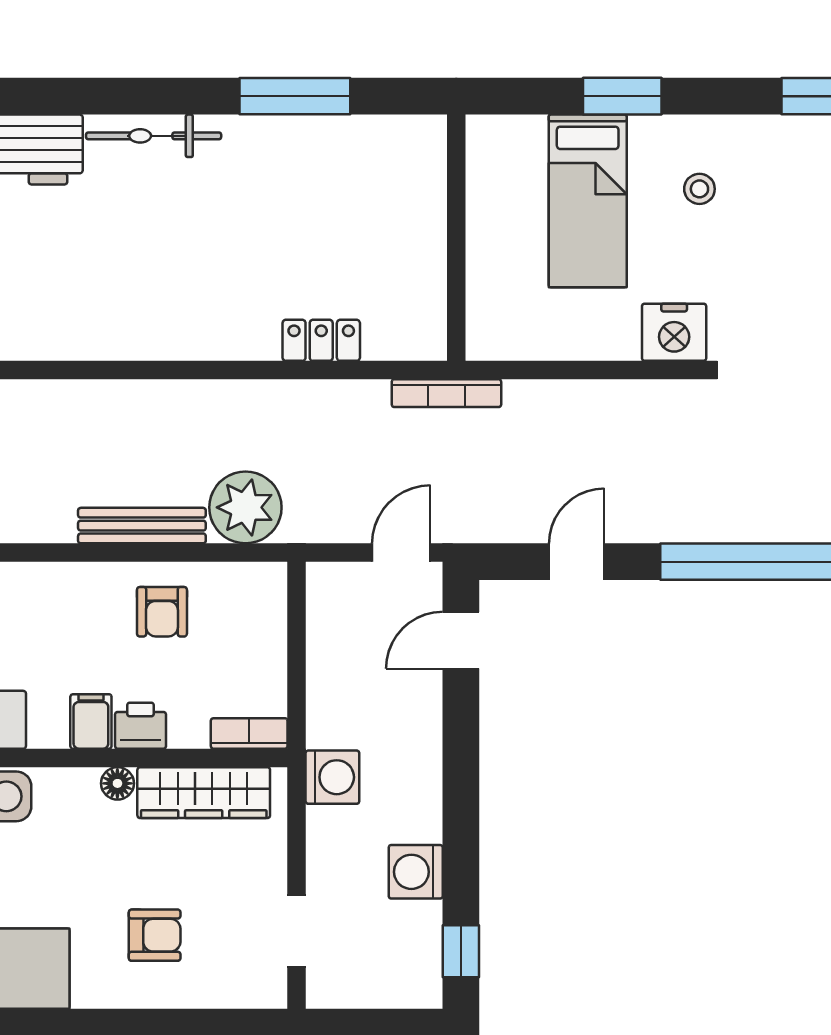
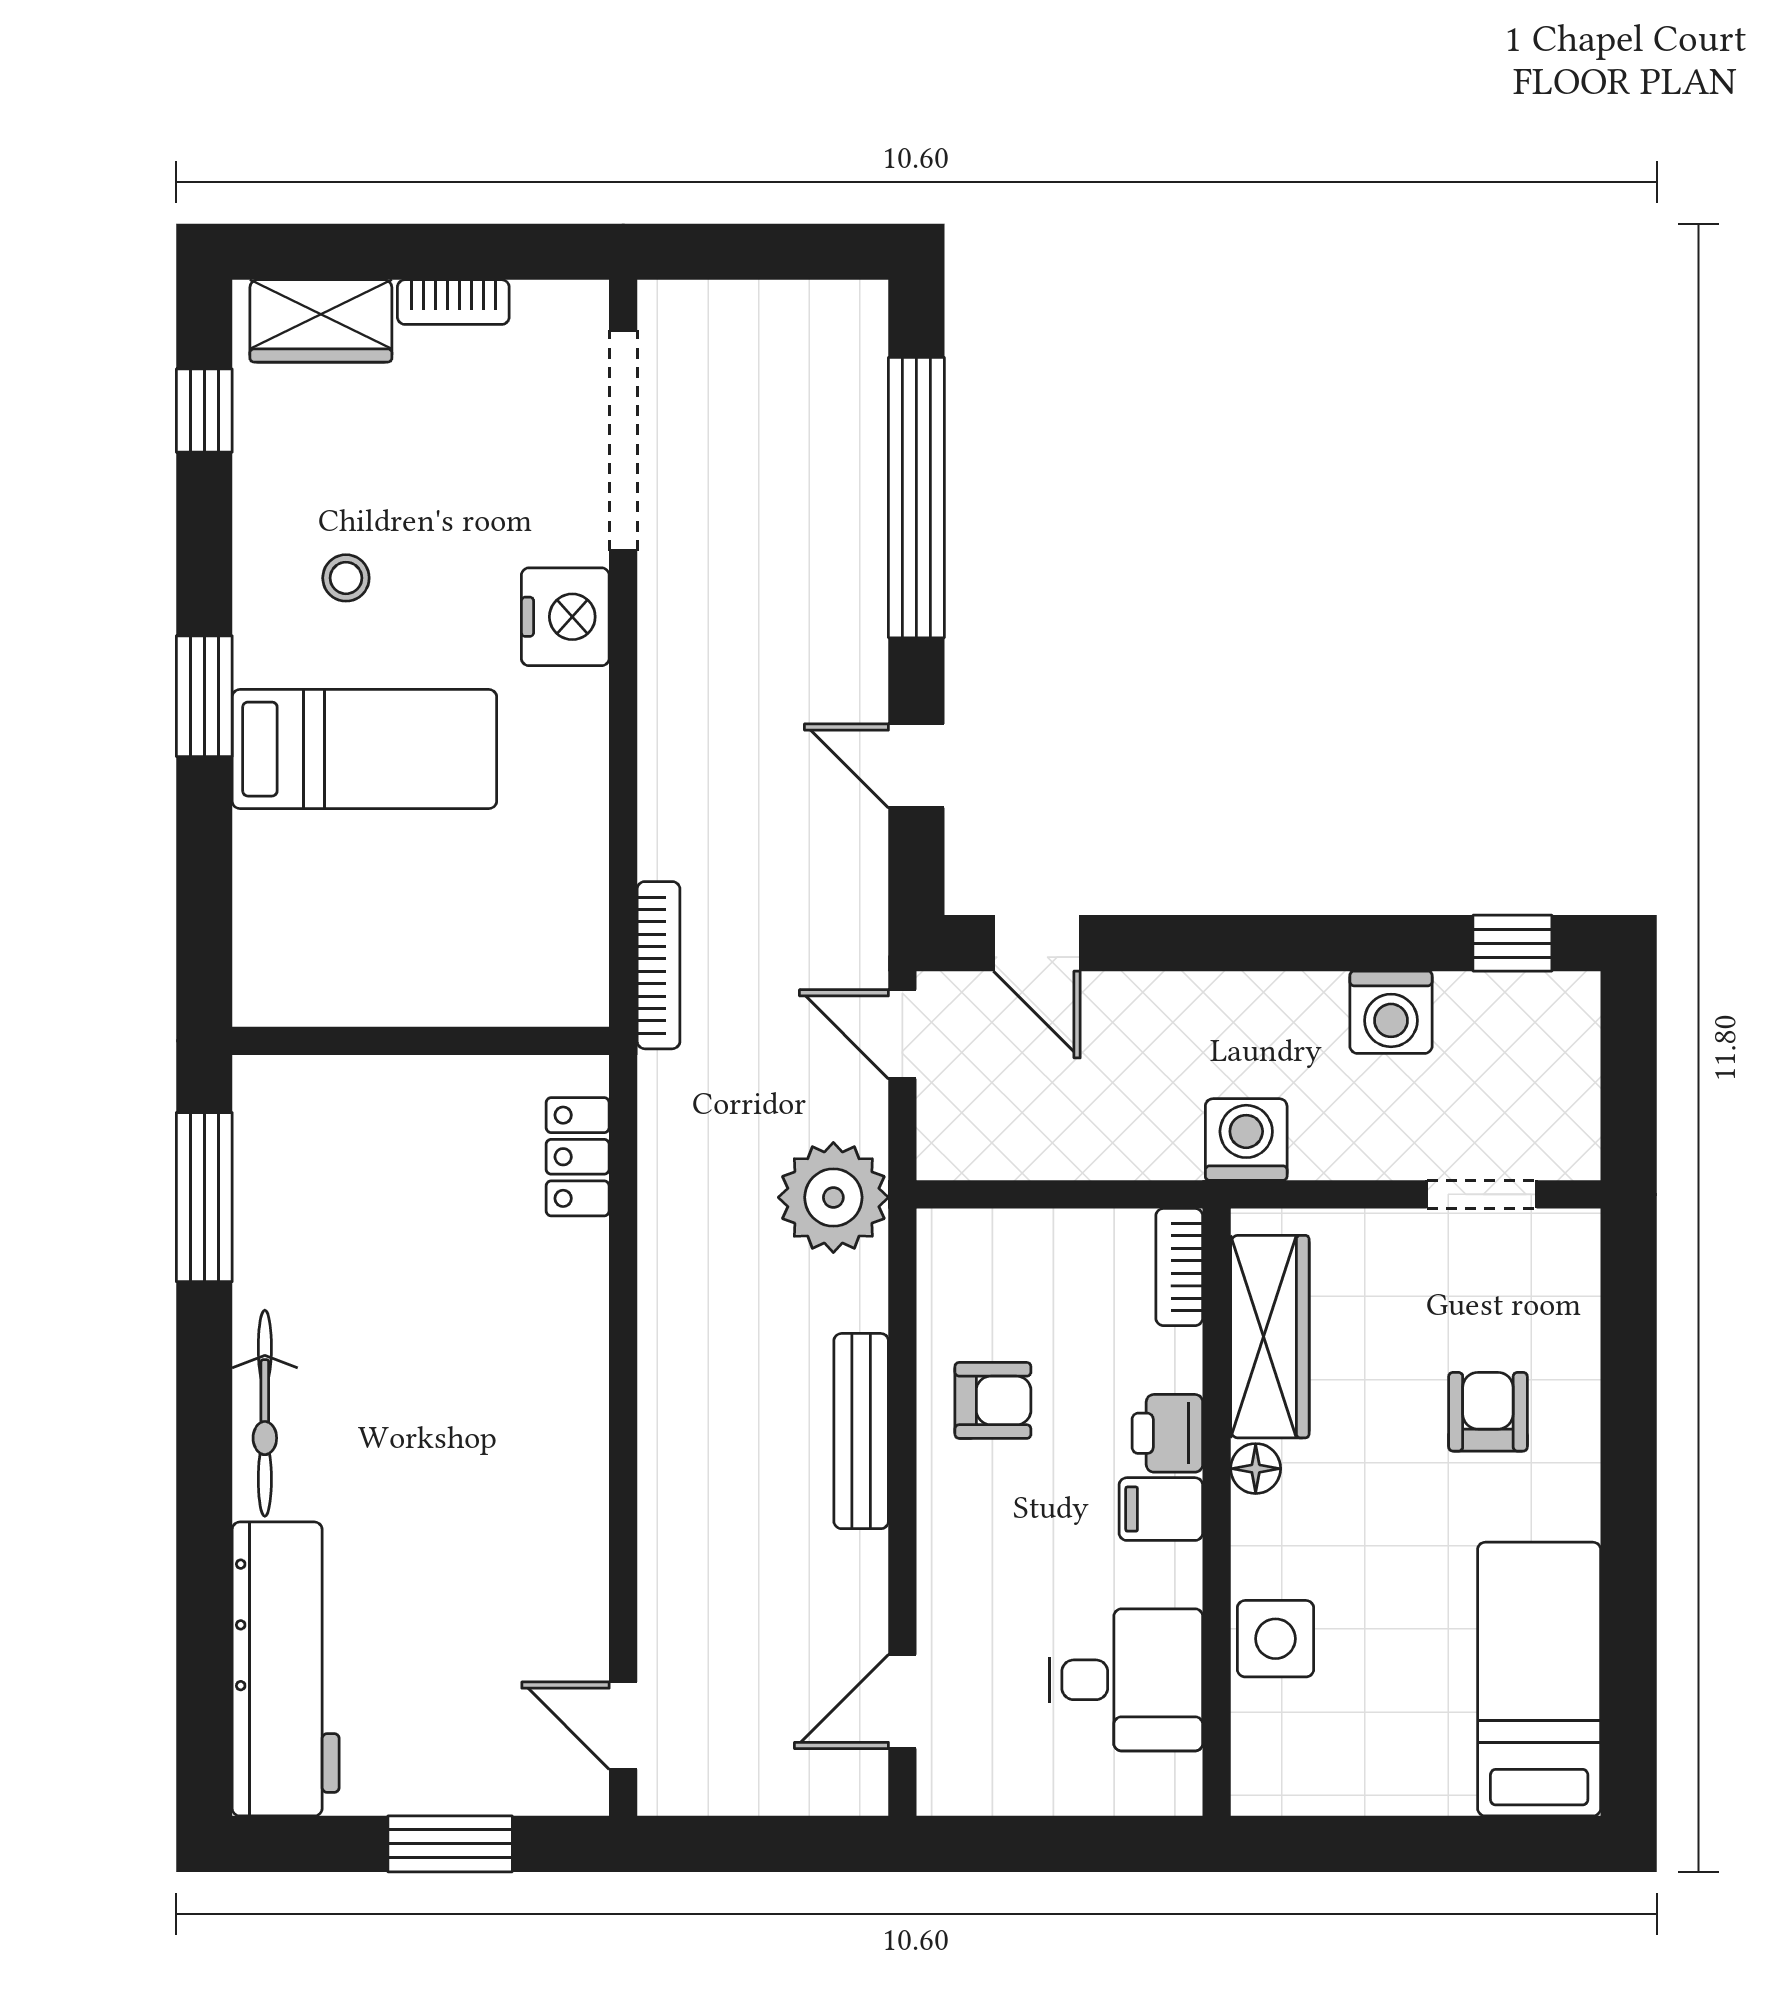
wall: (456, 238) -> (421, 1041), moved
plant: (245, 507) -> (833, 1197), moved

